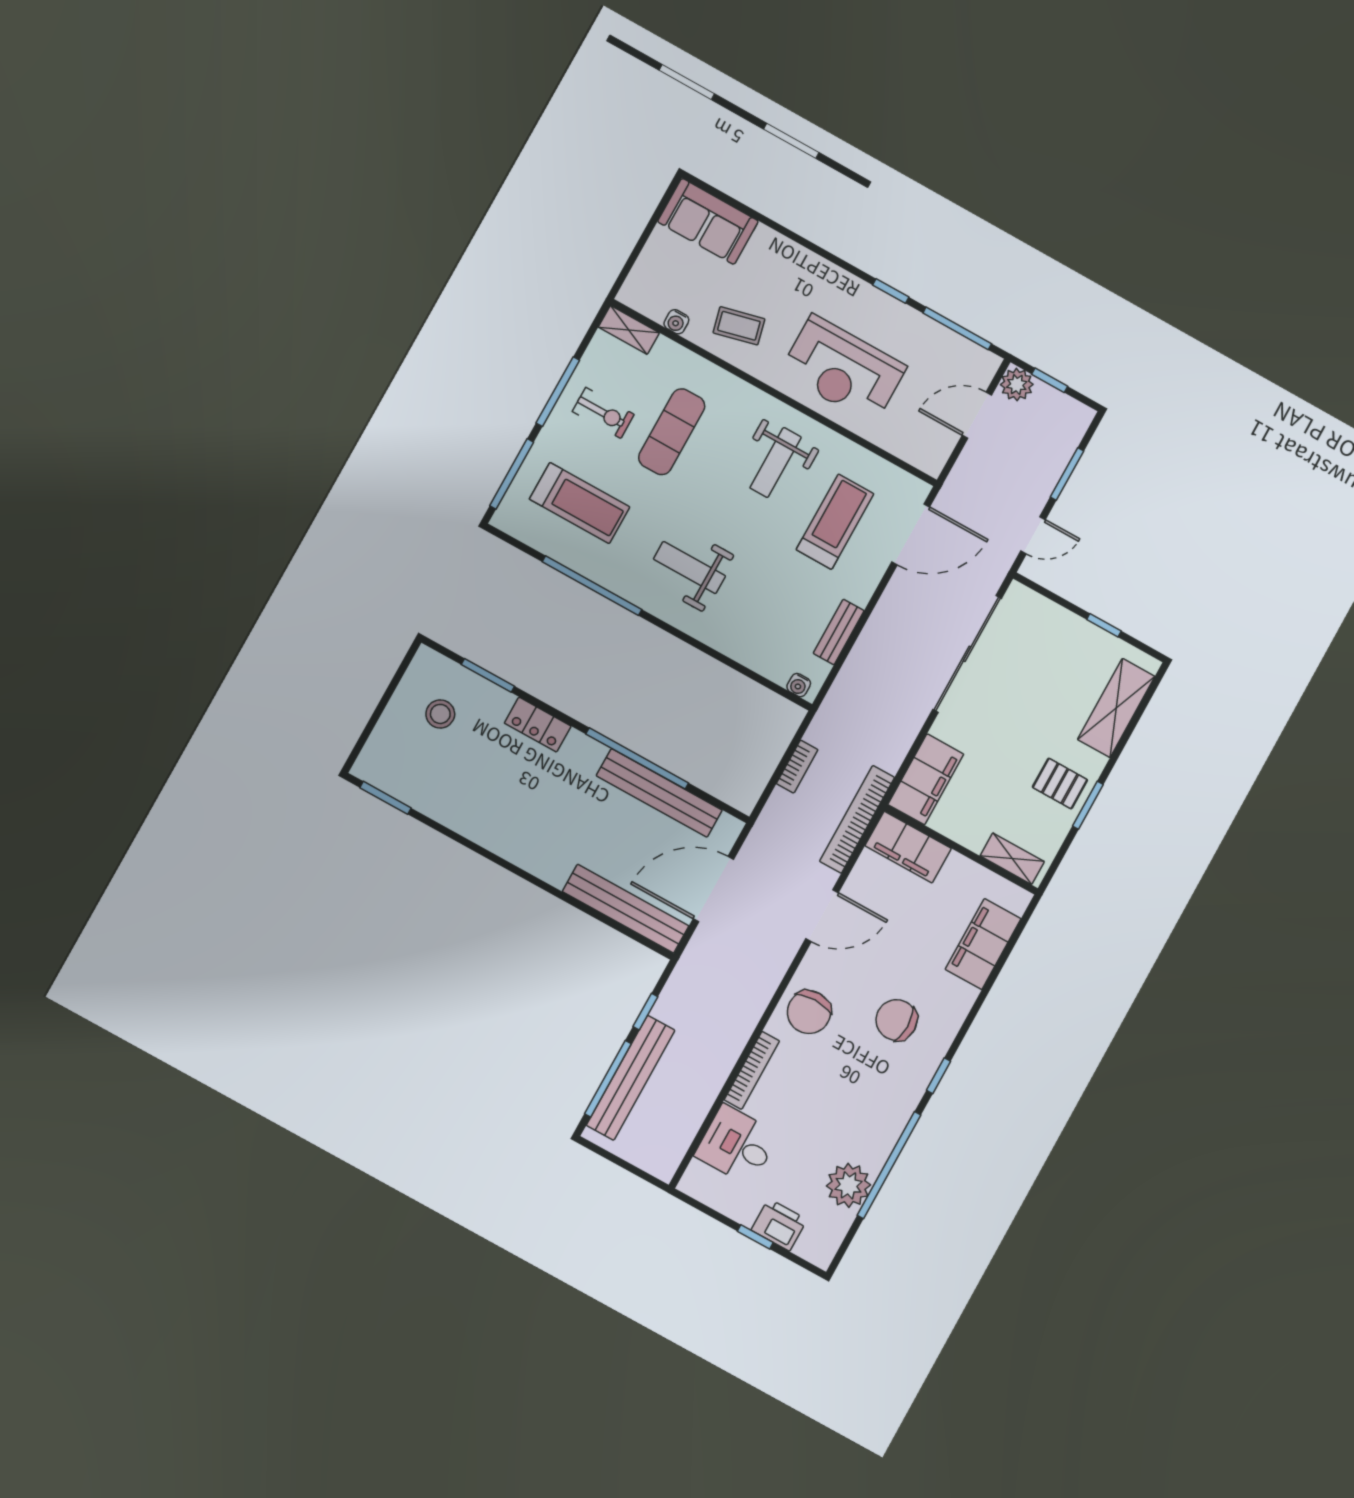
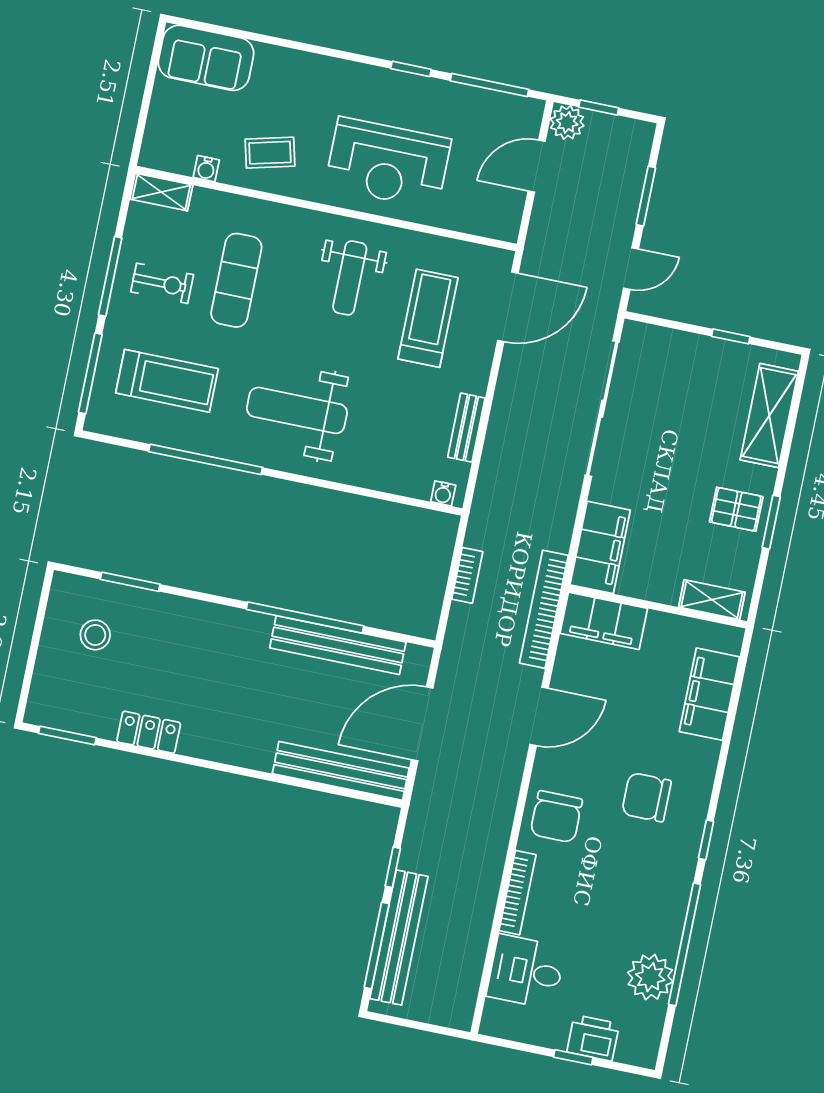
weight bench: (689, 568) -> (297, 410), width x1.36, depth x1.33
locker: (538, 725) -> (149, 732), moved, turned 180

